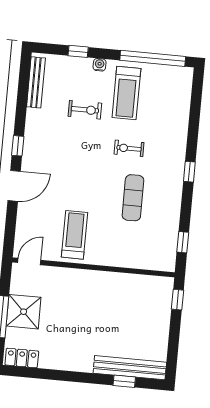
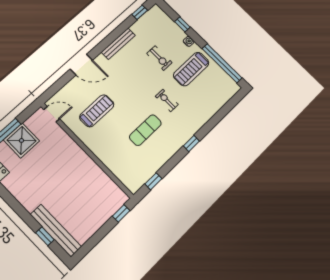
bench: (36, 82) -> (118, 44), moved
window: (18, 146) -> (140, 12), moved
treadmill: (74, 235) -> (97, 111), moved

